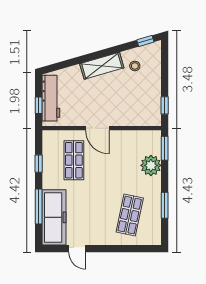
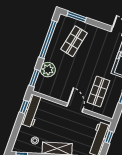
workbench: (153, 104) -> (32, 111), added
window: (165, 205) -> (48, 39), width x2.11
window: (138, 249) -> (77, 17), added

